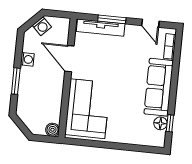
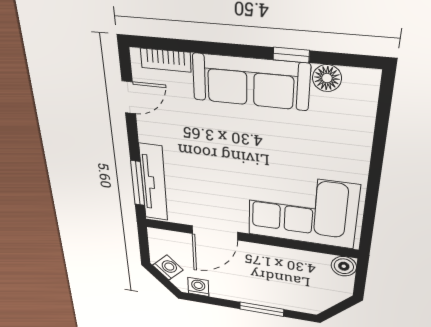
window: (112, 19) -> (138, 183), moved
washing machine: (27, 59) -> (198, 287), moved
window: (170, 123) -> (291, 55), moved

